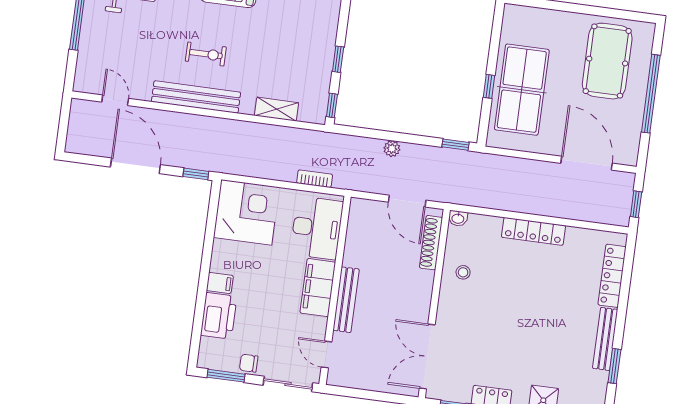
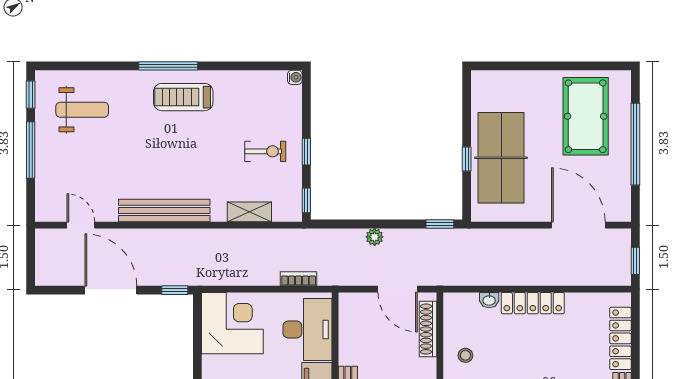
exercise bike: (206, 54) -> (265, 151), moved
washbasin: (458, 218) -> (489, 300), moved

